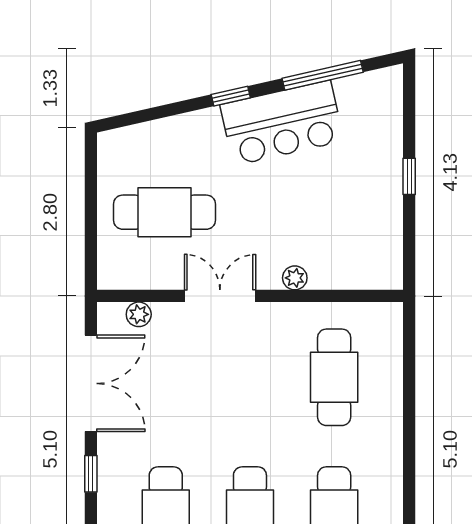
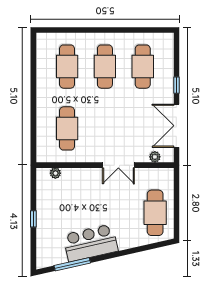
window: (231, 96) -> (114, 255), removed
cafe table: (165, 212) -> (155, 213), moved, turned 90
plant: (295, 278) -> (55, 173), moved

